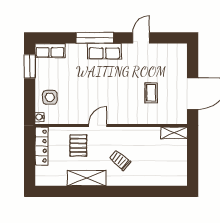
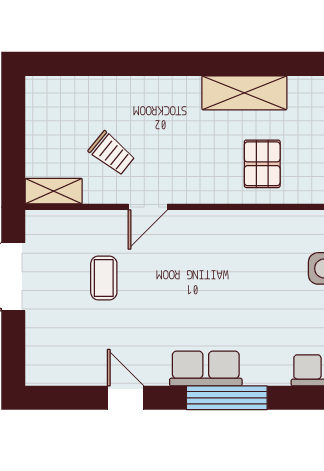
door: (141, 38) -> (126, 398), swing flipped
door: (98, 126) -> (148, 207), moved
trolley: (120, 160) -> (112, 153), moved

